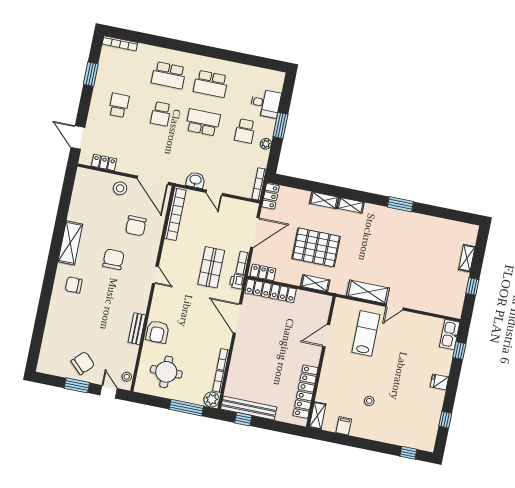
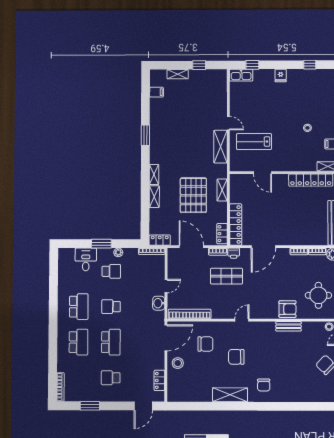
school desk: (161, 114) -> (111, 342), width x1.85
school desk: (203, 122) -> (111, 307), width x0.54
filing cabinet: (450, 228) -> (157, 92), added

